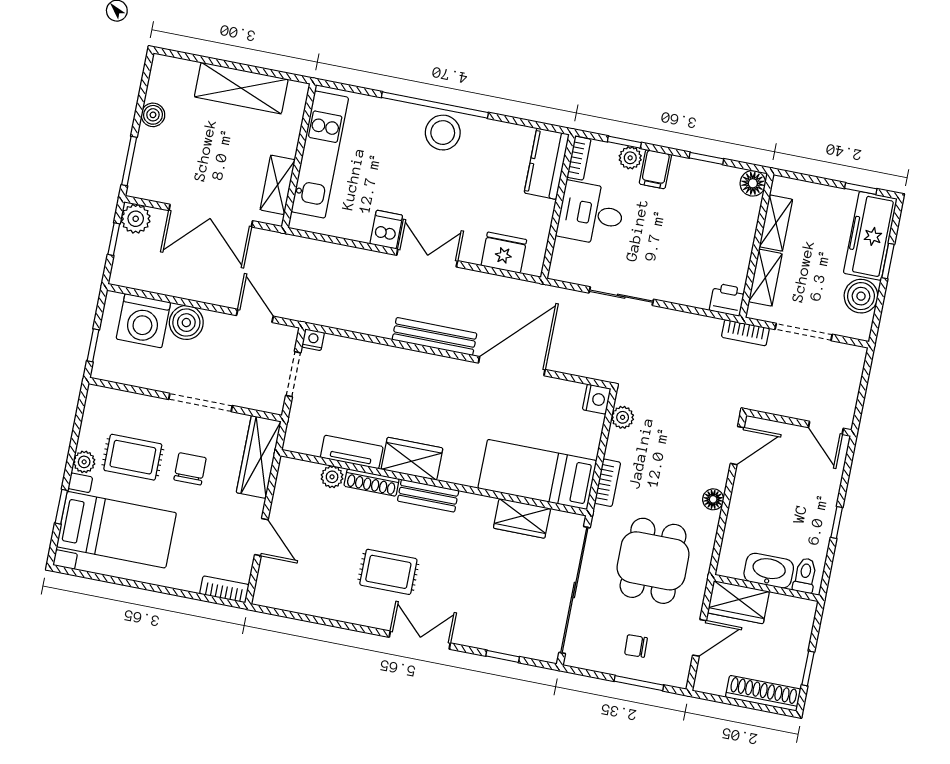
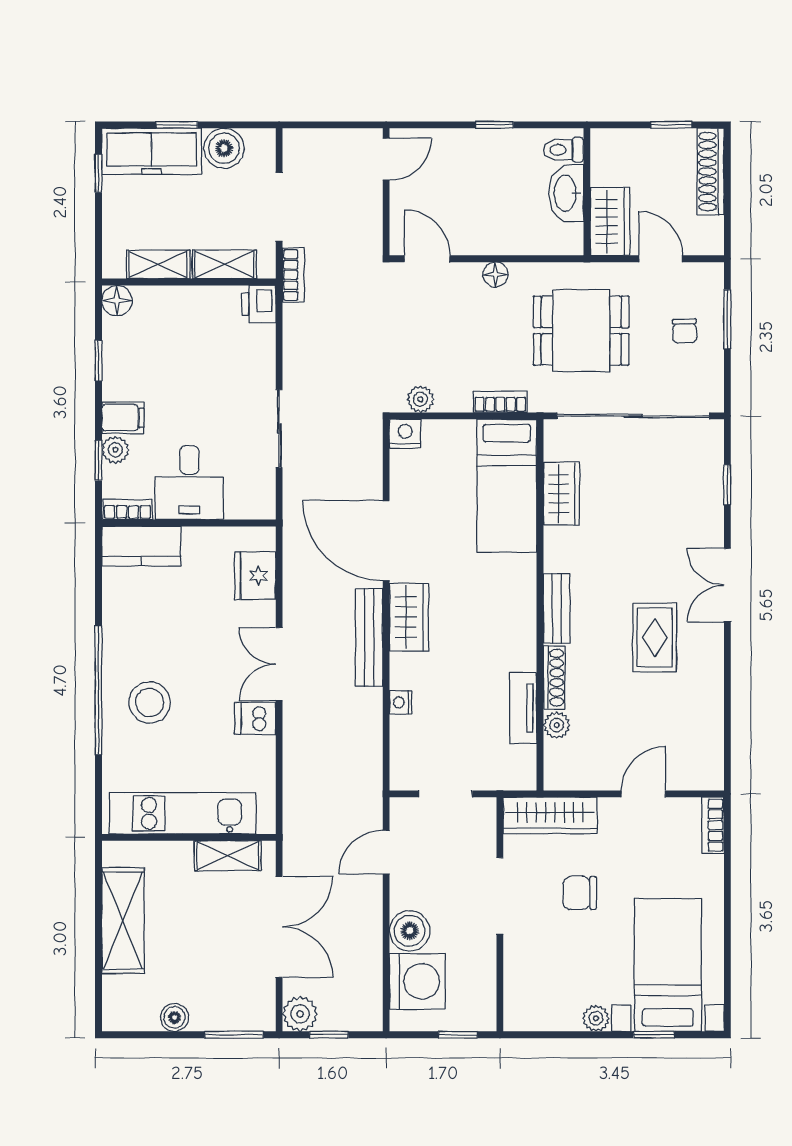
stool: (443, 133) -> (150, 702), moved
nightstand: (313, 340) -> (401, 702), moved
rug: (133, 457) -> (579, 962), removed
wardrobe: (412, 459) -> (409, 617), moved, turned 180

